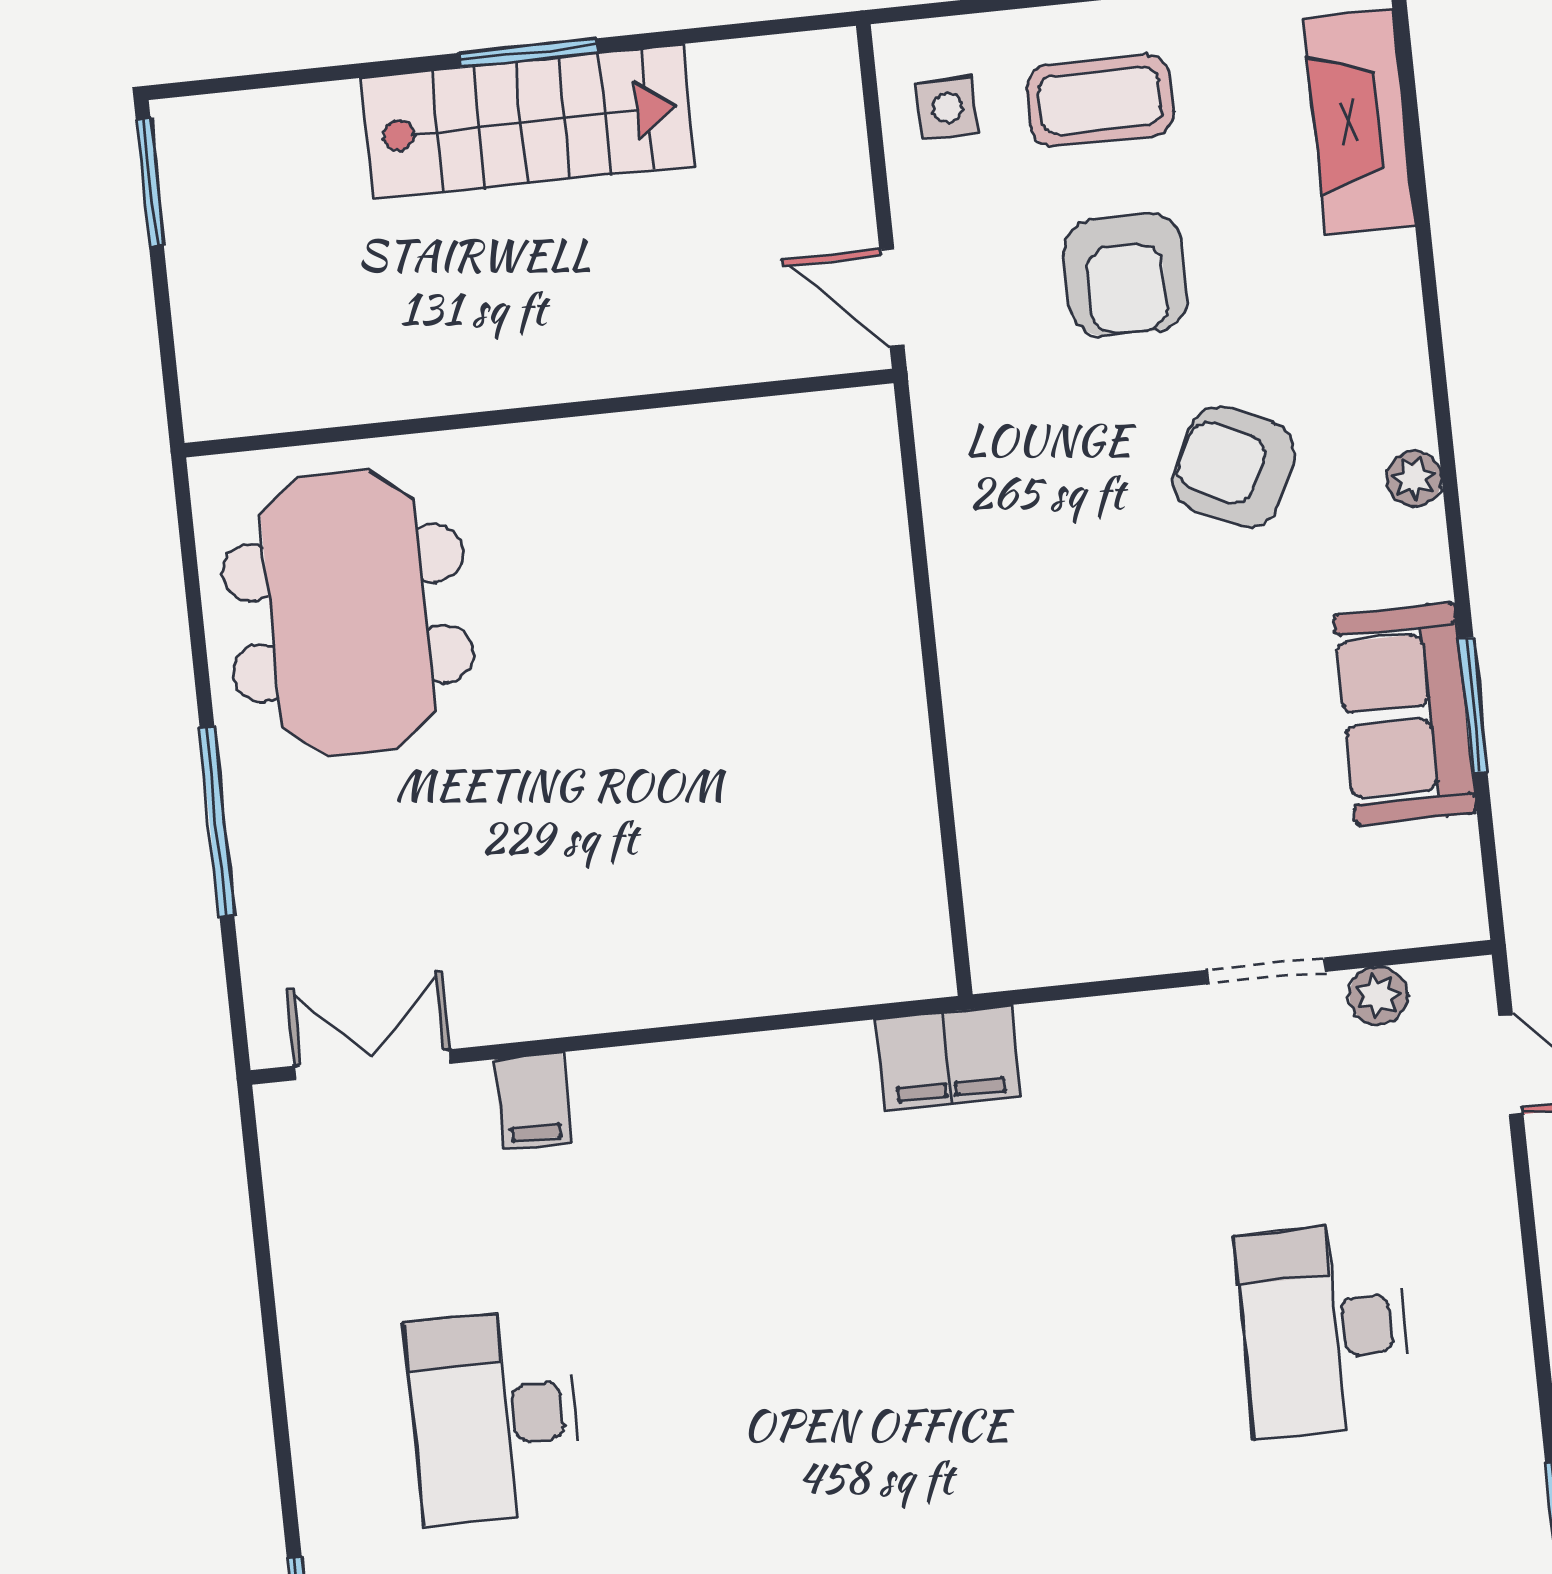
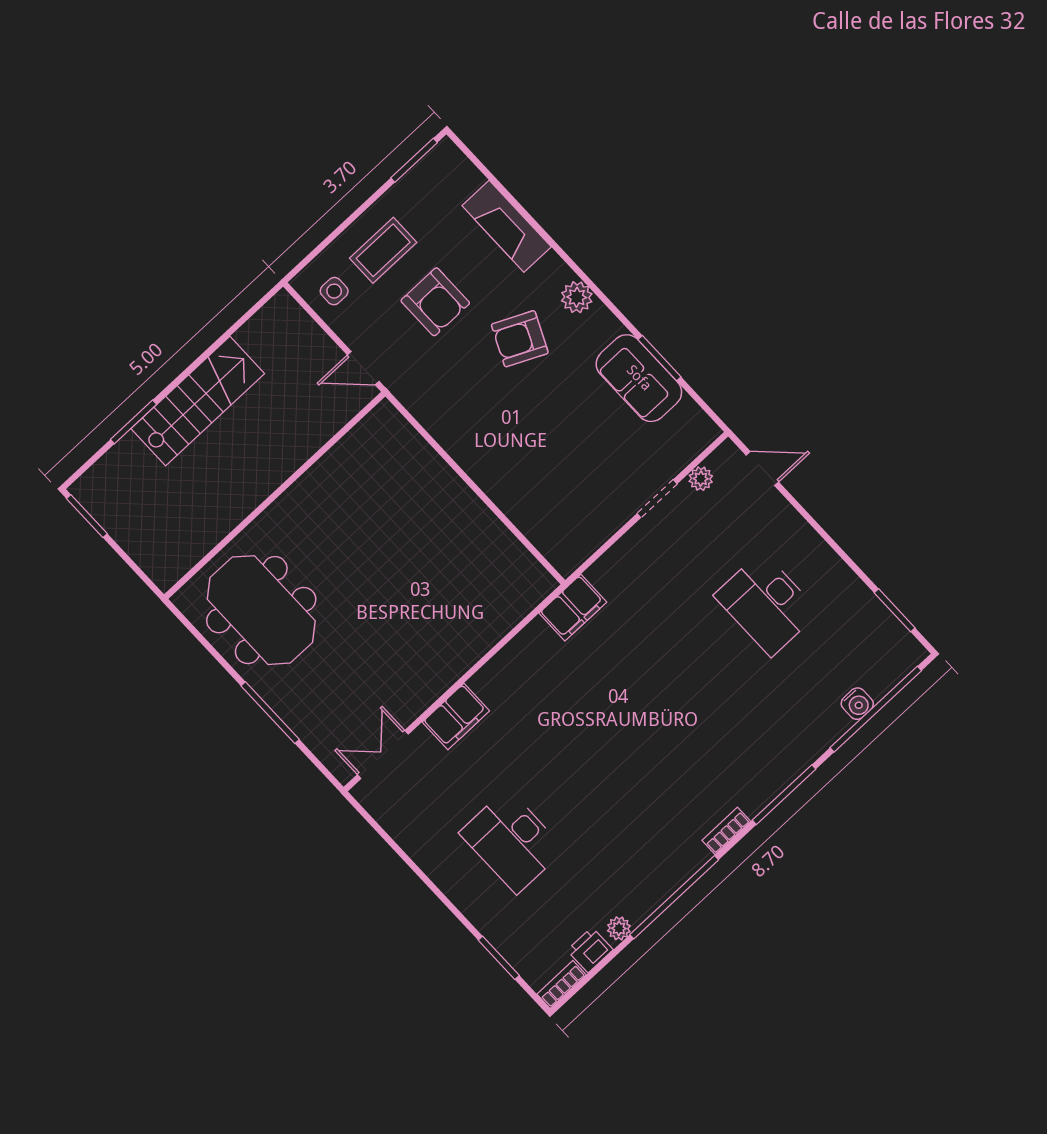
window: (528, 53) -> (134, 422), moved
fireplace: (1359, 122) -> (507, 226), moved
plant: (1414, 479) -> (577, 297), width x1.38, depth x1.38
filing cabinet: (533, 1101) -> (456, 716), width x2.00

